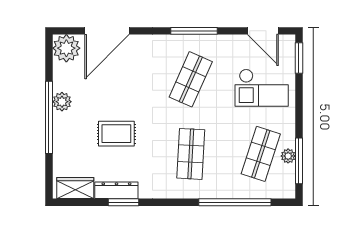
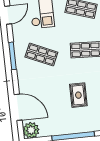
plant: (62, 102) -> (63, 129), removed

